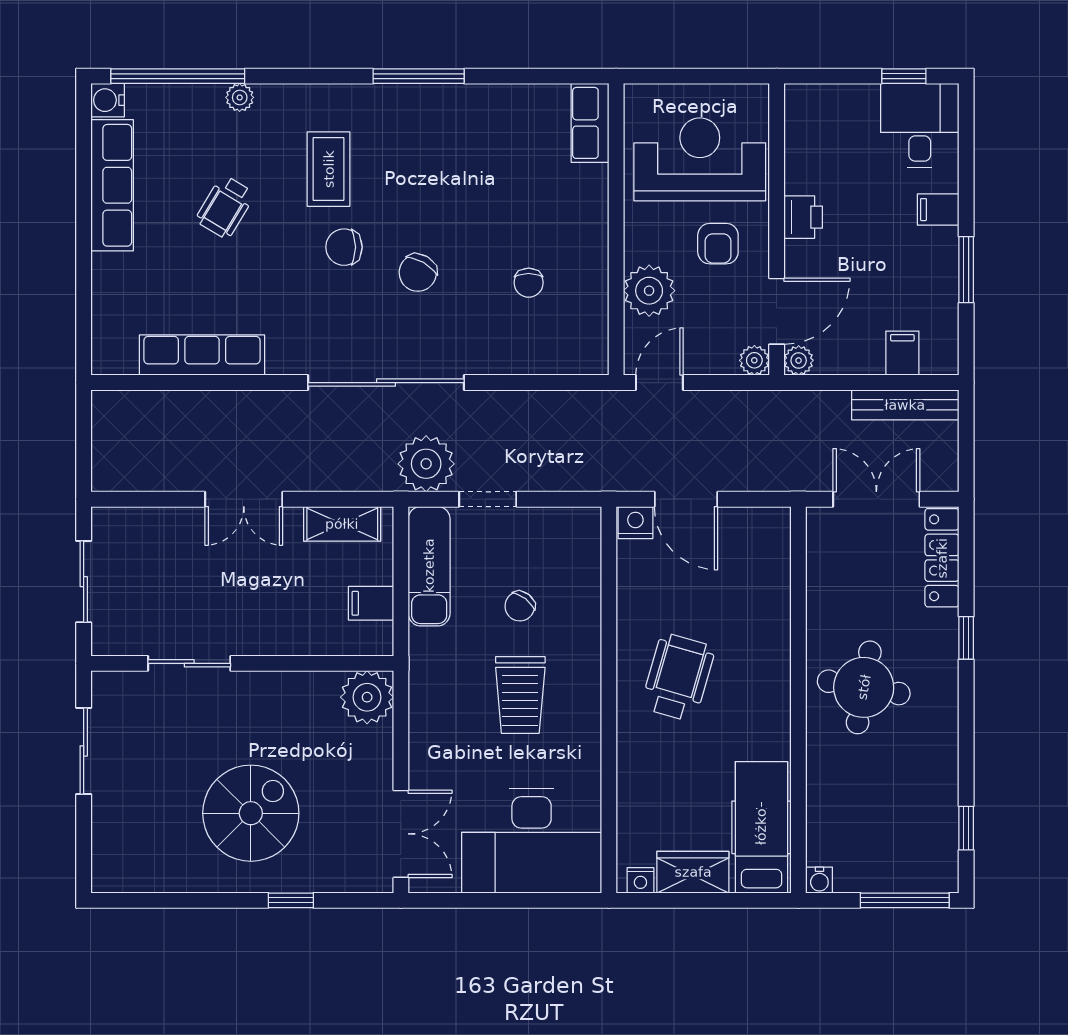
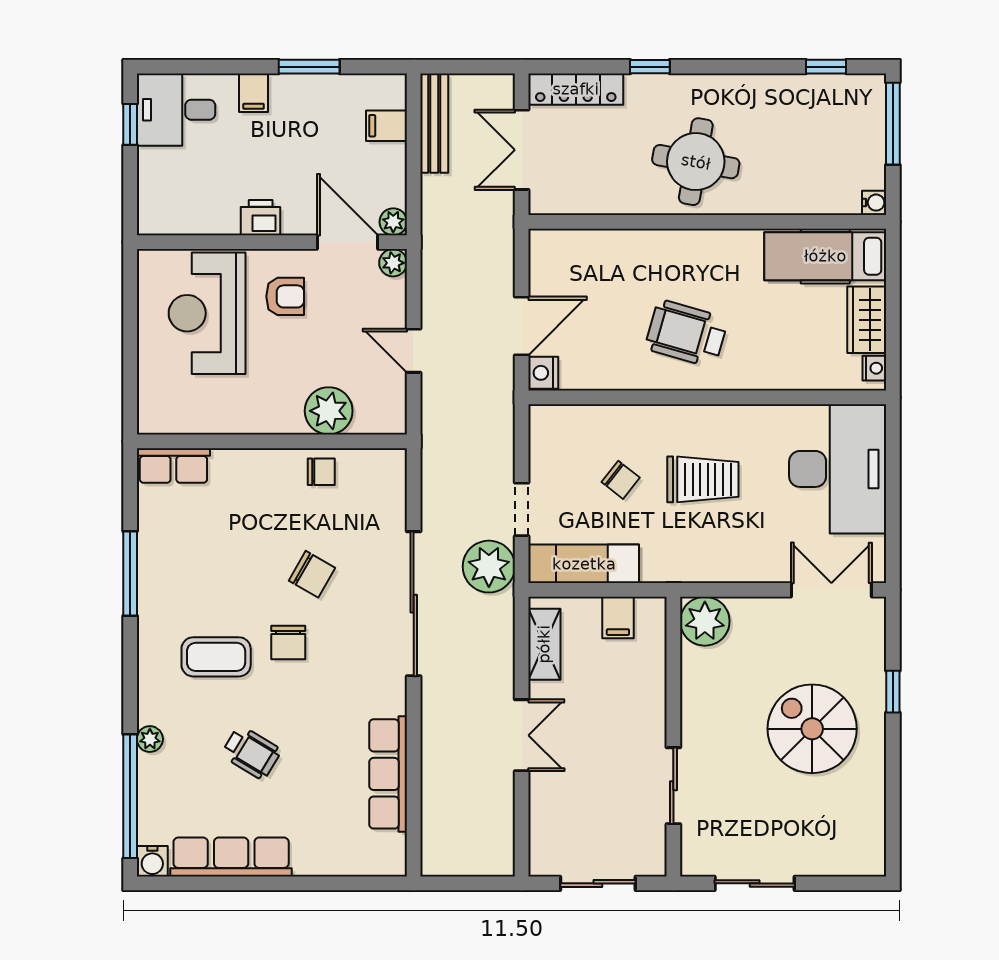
row of seats: (590, 123) -> (173, 466), moved
wall: (616, 229) -> (272, 441), moved
plant: (649, 291) -> (329, 411), moved

